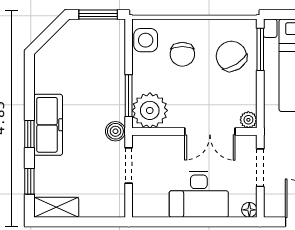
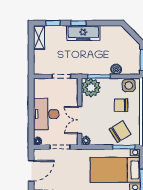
boiler: (115, 131) -> (116, 69), moved

